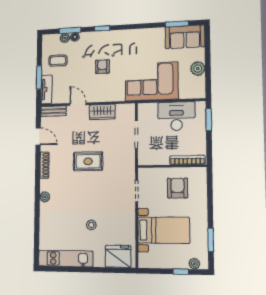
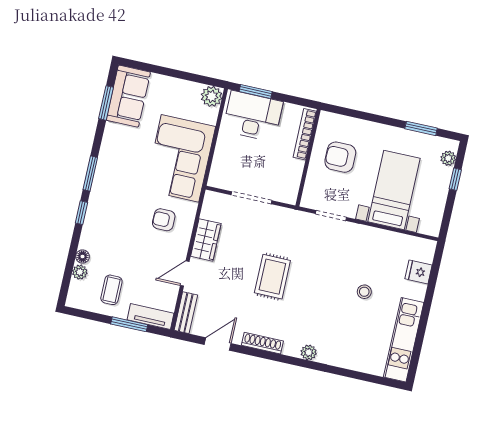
window: (70, 30) -> (90, 173), moved
armchair: (102, 67) -> (164, 220), moved
plant: (198, 69) -> (212, 96), moved
desk: (176, 116) -> (253, 116), moved, turned 90
fridge: (118, 256) -> (419, 272), width x0.53, depth x0.75

